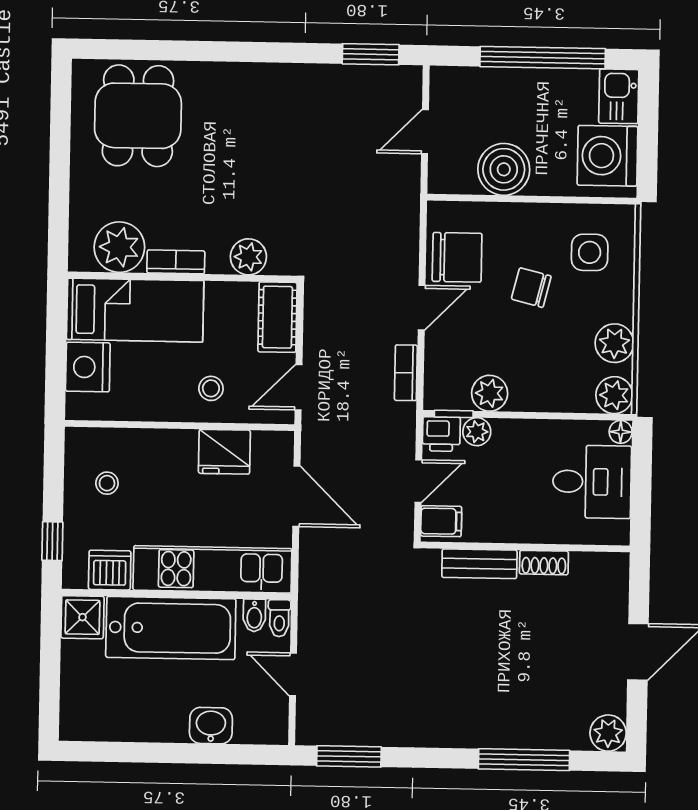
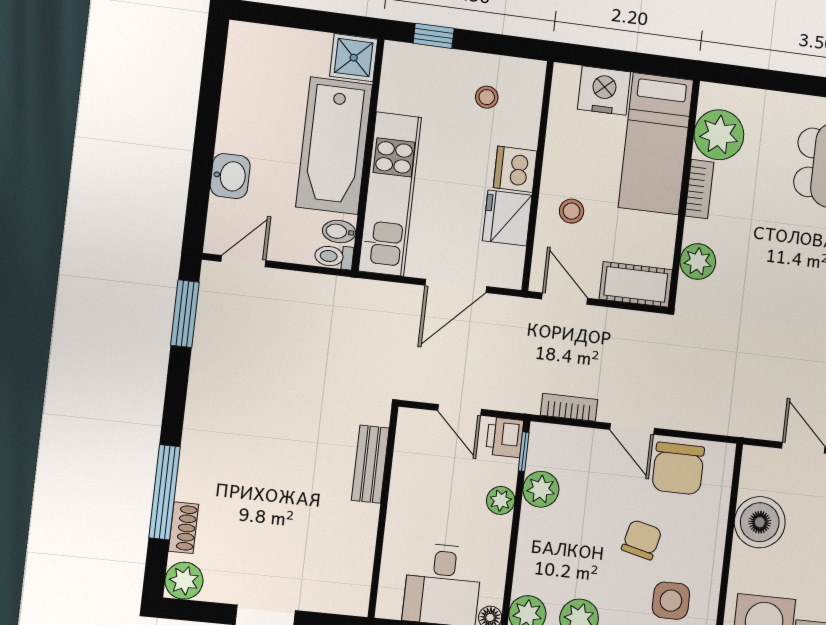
plant: (477, 432) -> (501, 500), moved
filing cabinet: (441, 521) -> (417, 429), removed
shoe rack: (544, 563) -> (183, 528), moved, turned 180
dishwasher: (110, 570) -> (515, 169), moved, turned 180
door: (293, 674) -> (243, 261), moved

